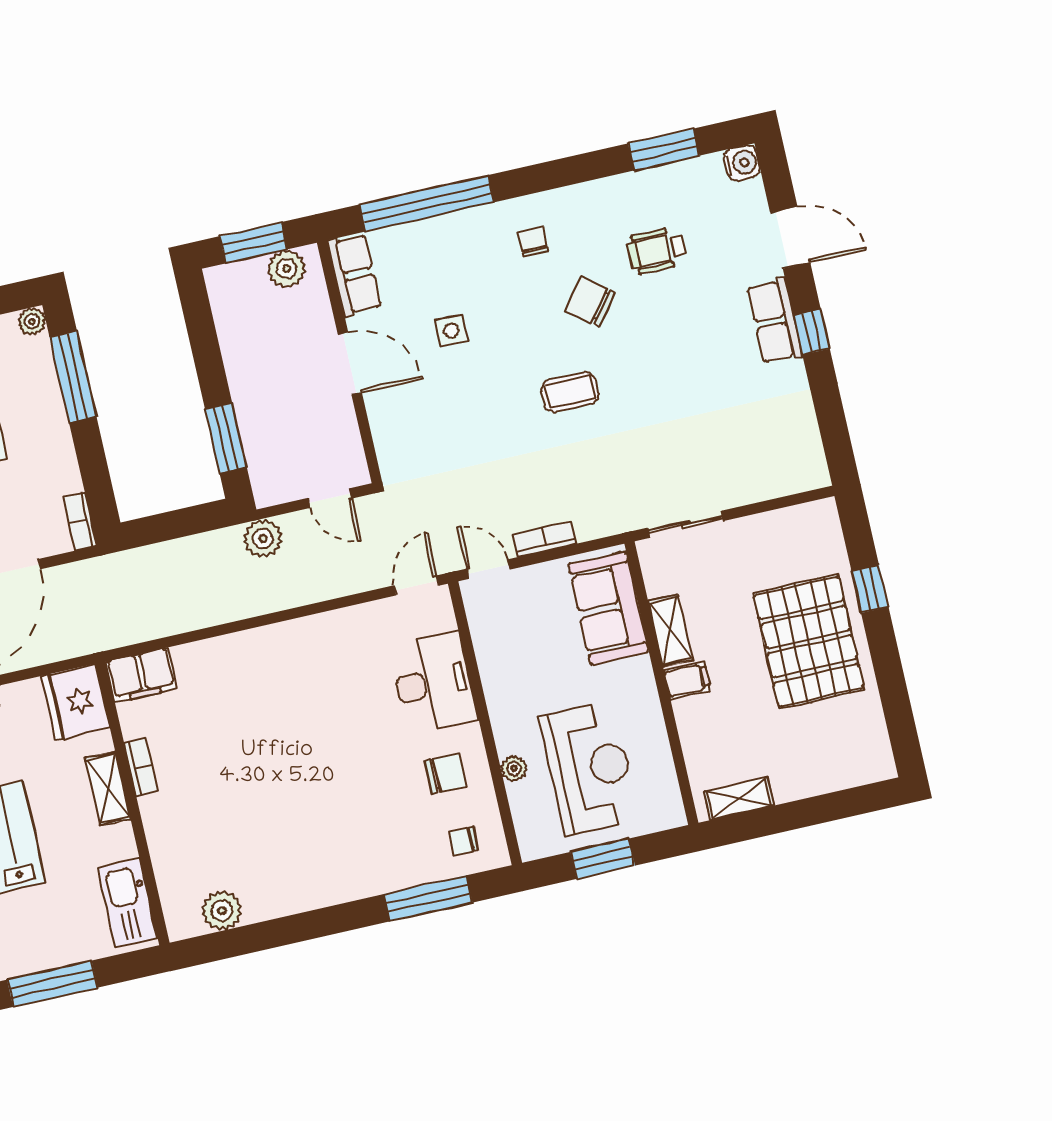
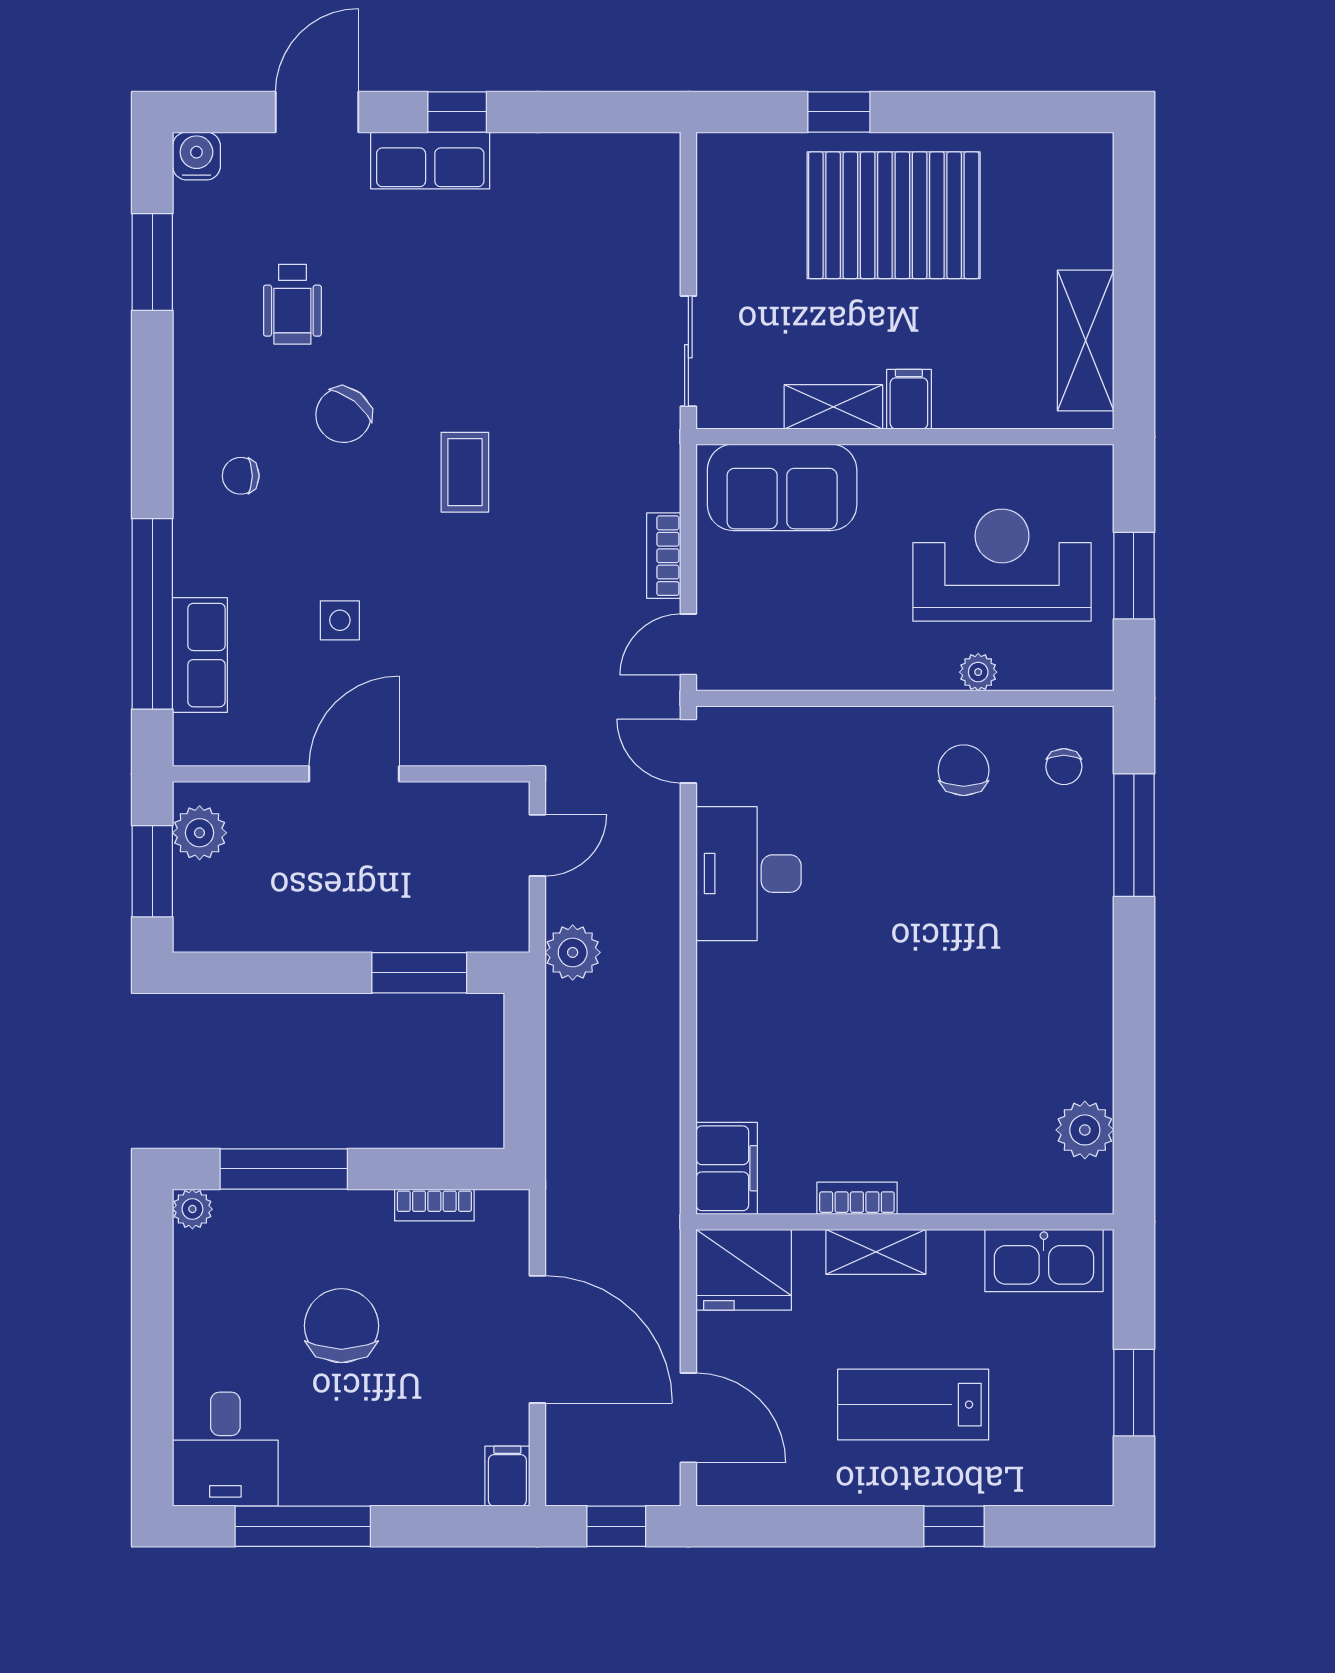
row of seats: (354, 275) -> (200, 655), moved, turned 90
bookcase: (80, 521) -> (434, 1205), moved
desk: (433, 683) -> (749, 874), moved, turned -90
shelving: (739, 799) -> (1086, 341), width x1.50, depth x1.33
window: (52, 984) -> (1134, 1393), width x0.69

